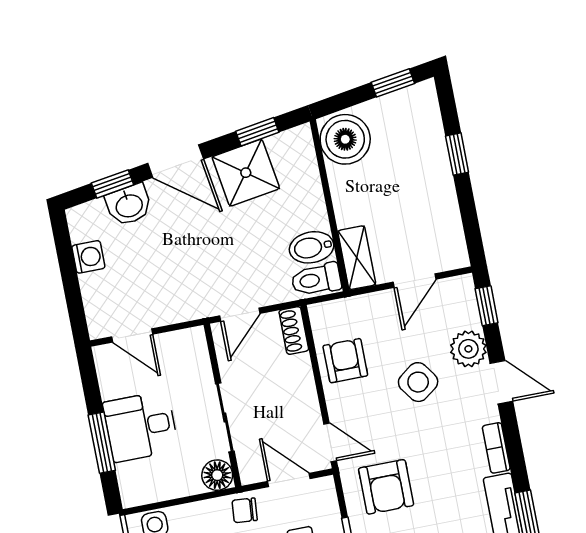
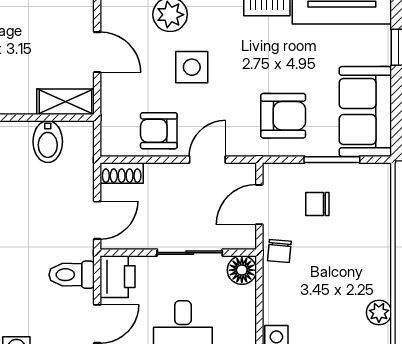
toilet: (316, 280) -> (72, 275), moved, turned 90
door: (240, 315) -> (97, 220), hinge flipped
printer: (185, 347) -> (118, 277), added
side table: (418, 382) -> (192, 67), turned 36
door: (330, 442) -> (207, 160), moved

